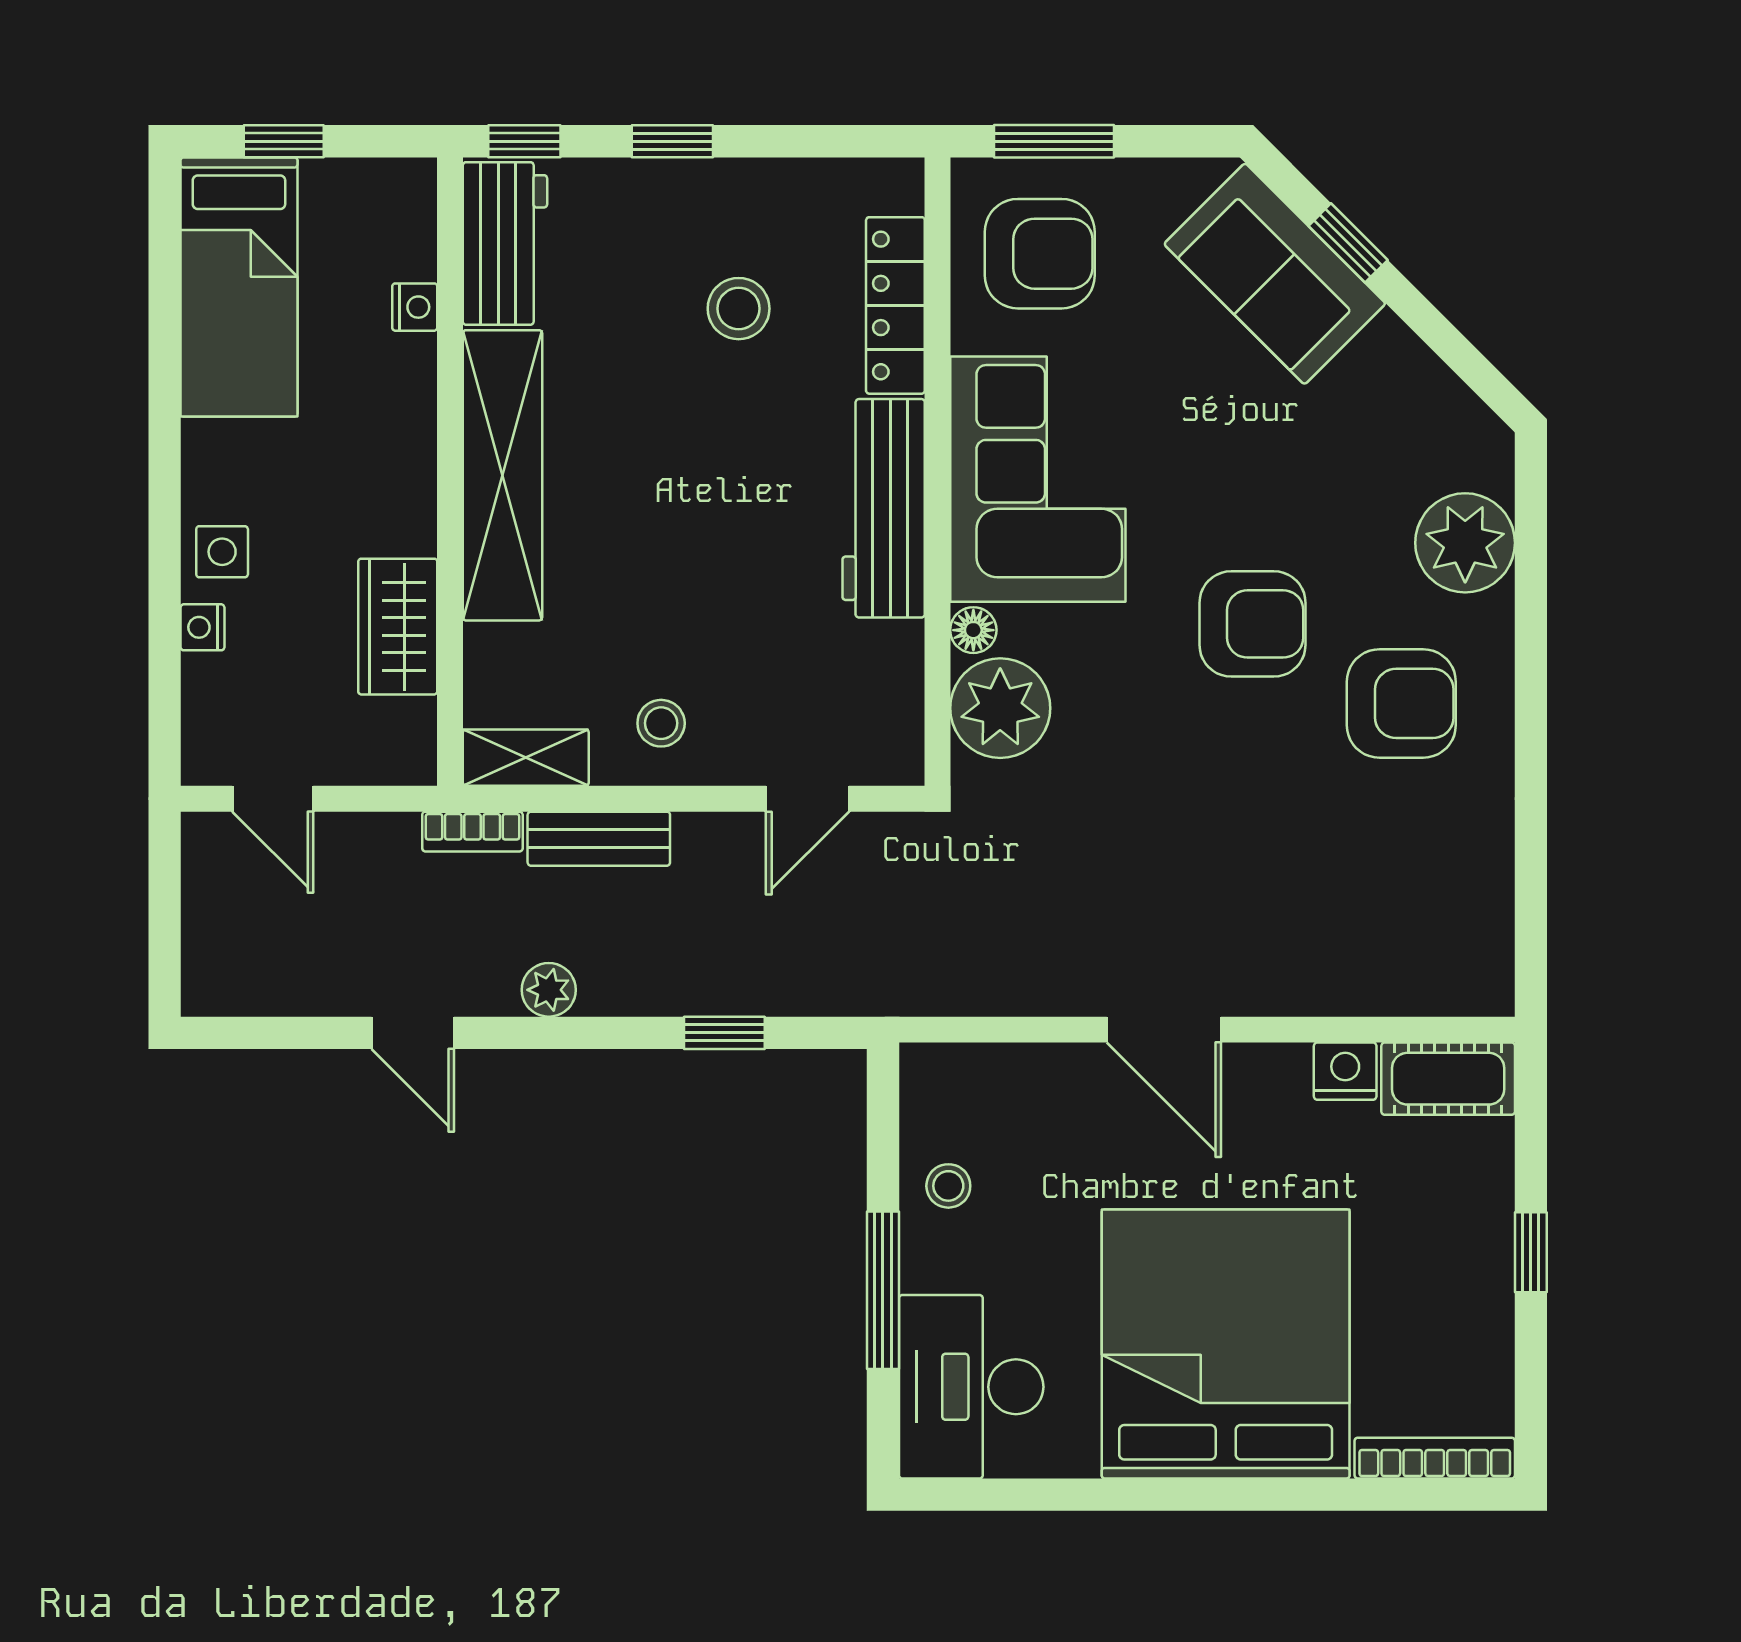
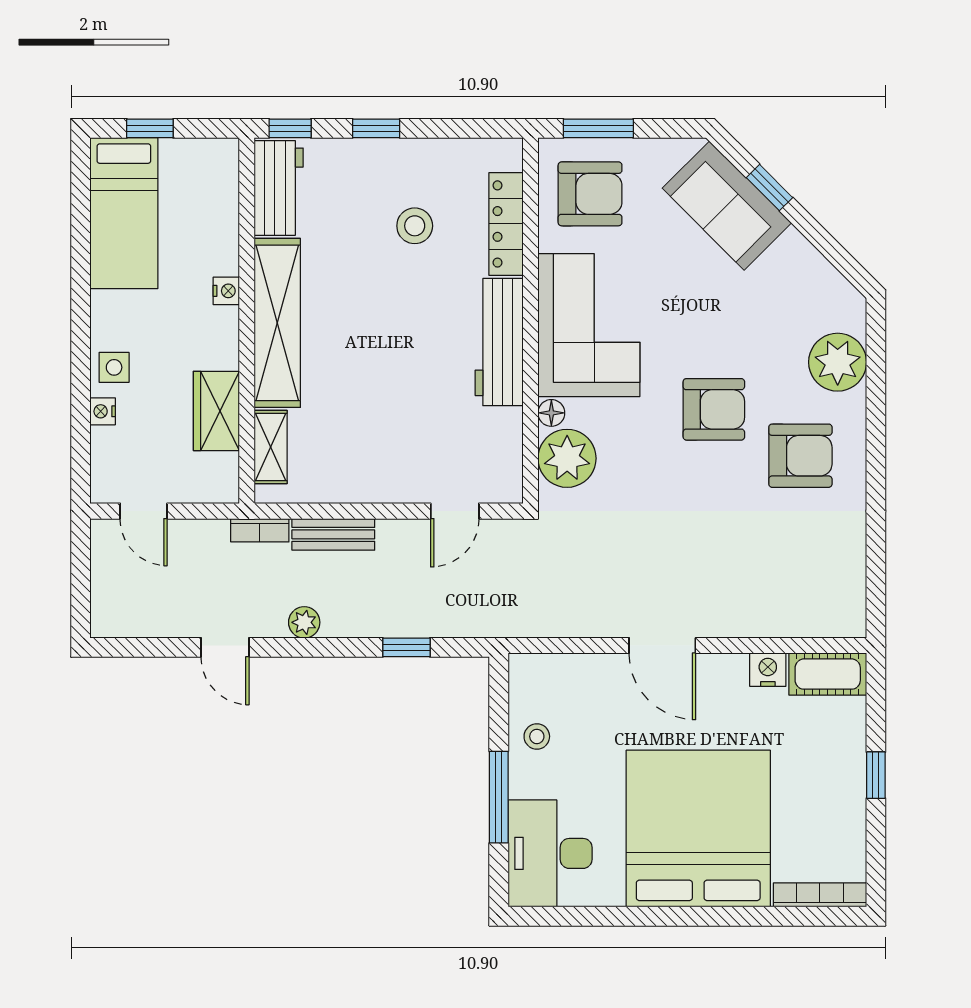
nightstand: (415, 307) -> (226, 291), moved
stool: (661, 723) -> (370, 467), removed
shelving: (526, 758) -> (271, 447), moved, turned 90

